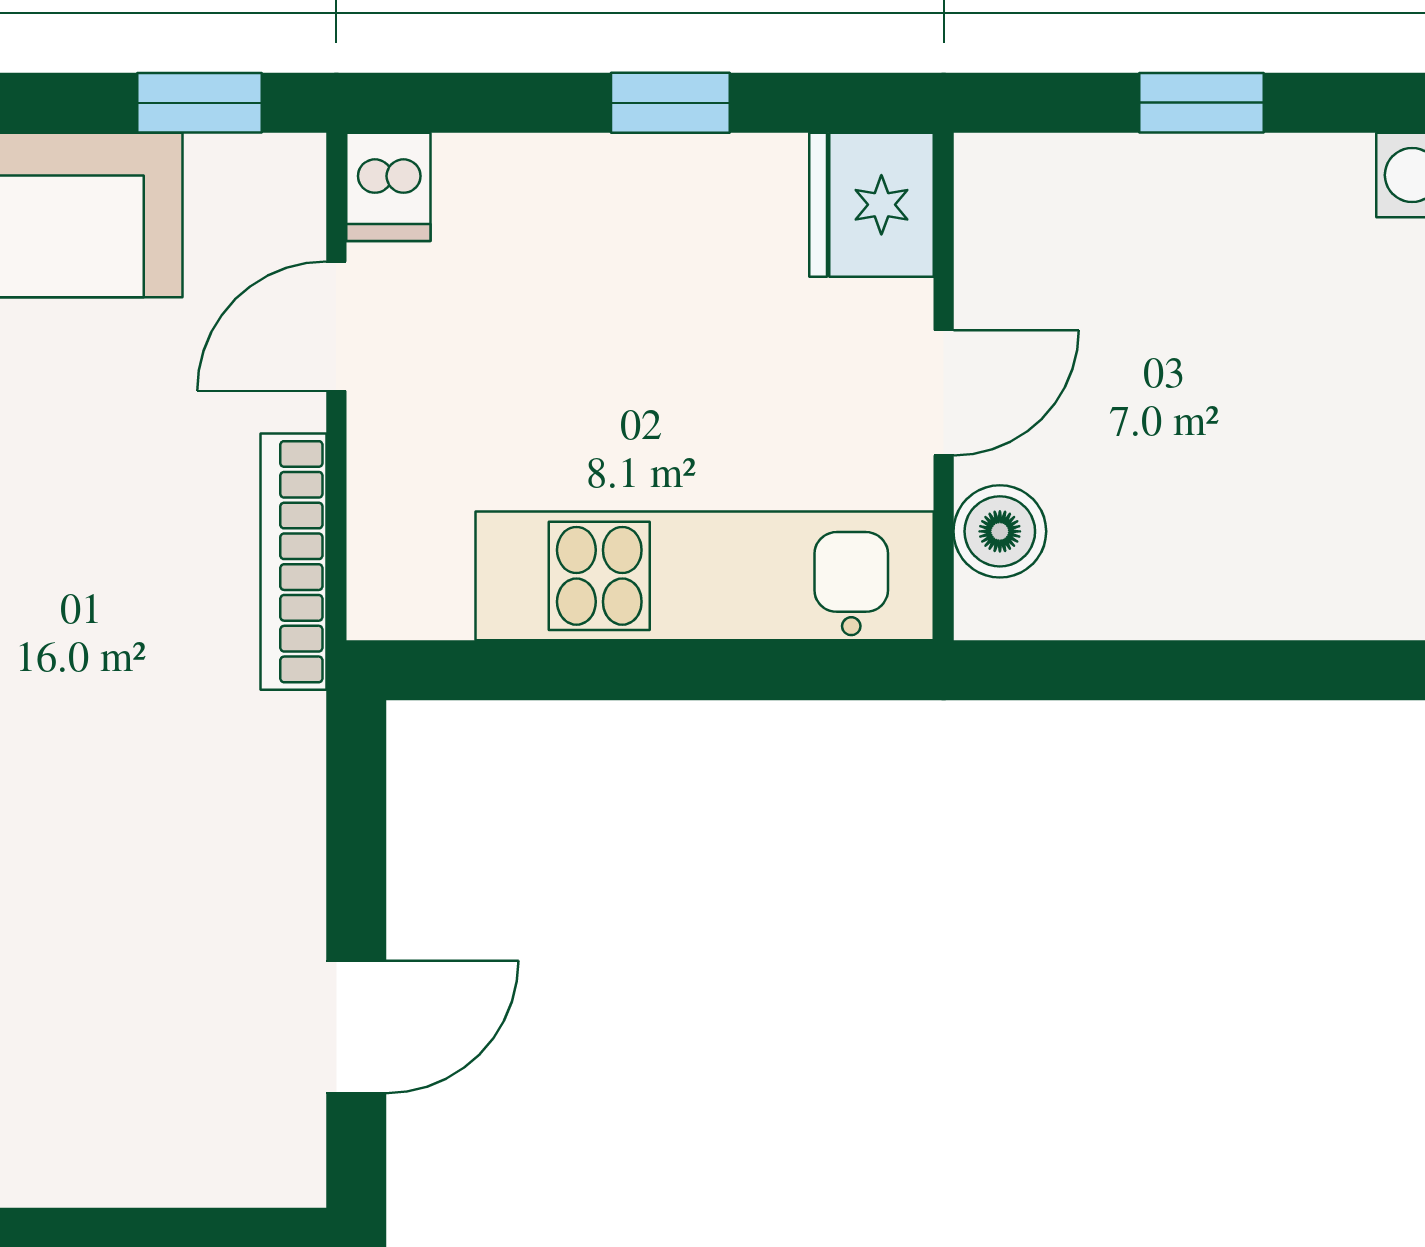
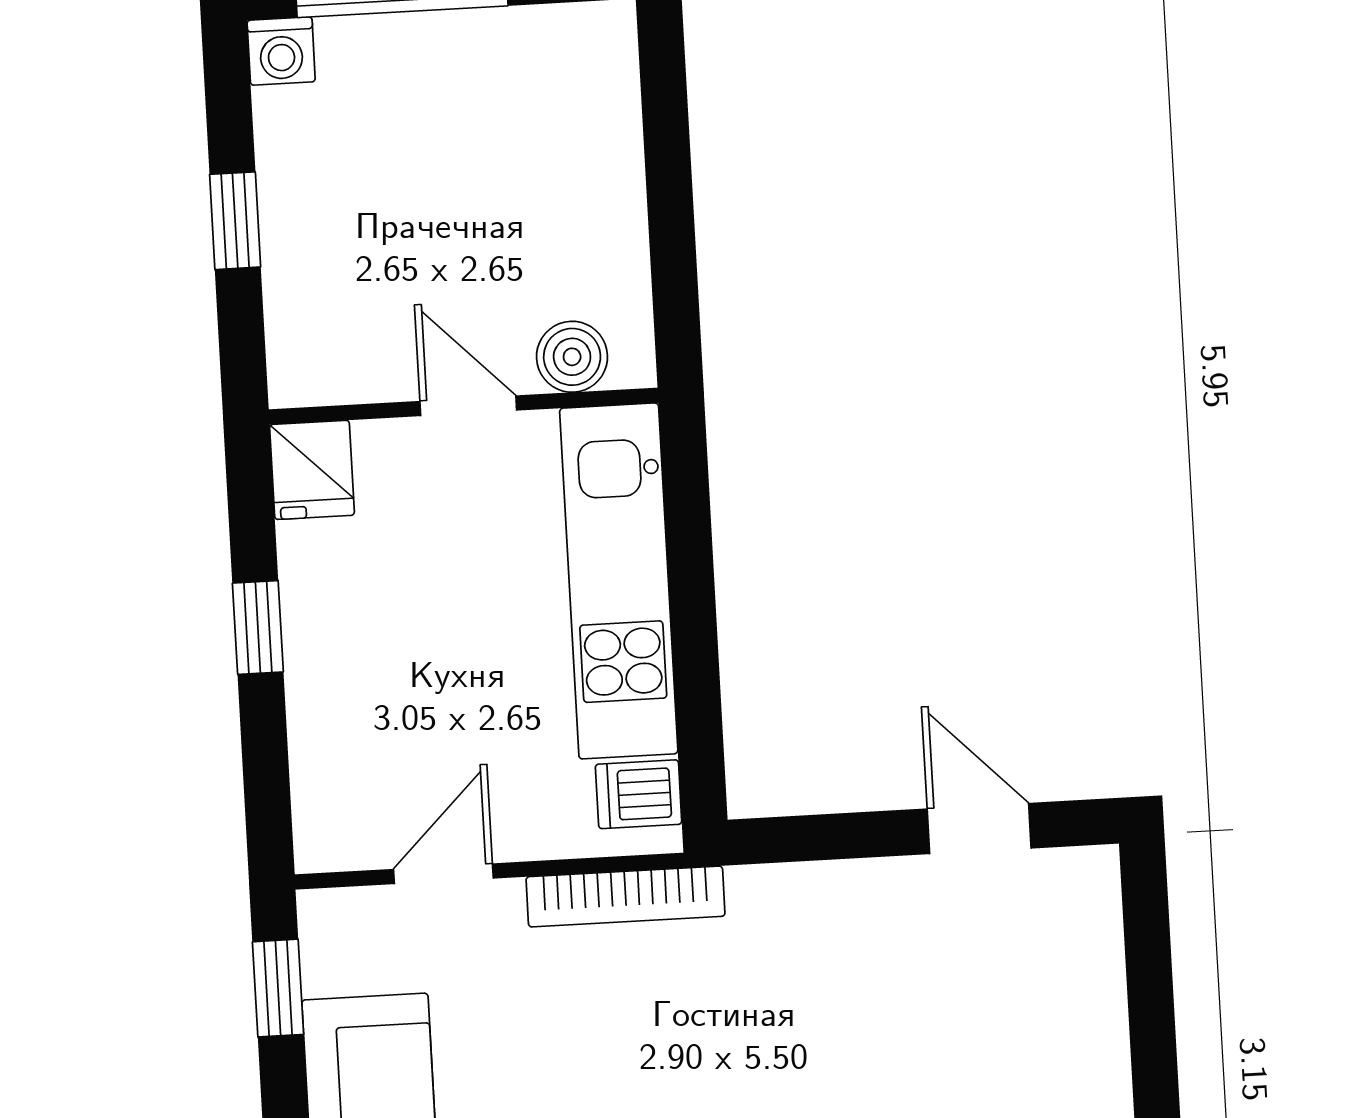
dishwasher: (388, 187) -> (639, 794), moved, turned 180
fridge: (872, 205) -> (312, 470), width x0.72
door: (336, 326) -> (443, 874), swing flipped

